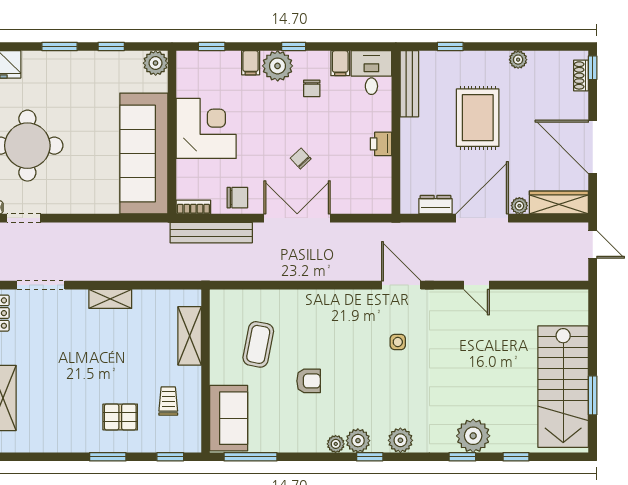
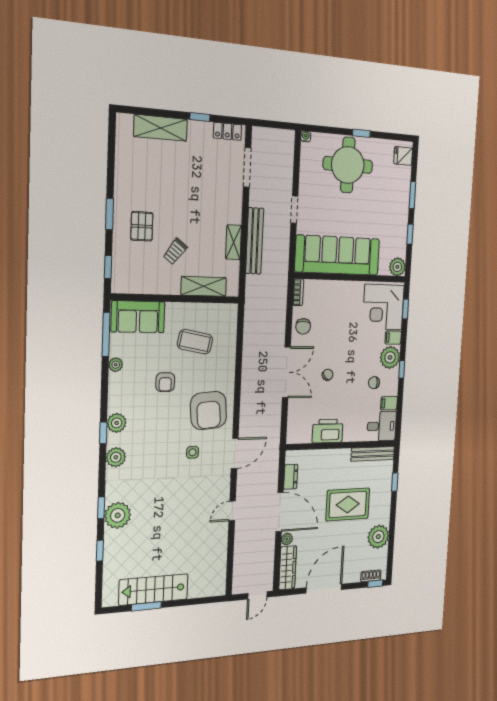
plant: (518, 60) -> (378, 537), width x1.88, depth x1.88
corner desk: (206, 128) -> (383, 307), moved, turned 90
printer: (381, 144) -> (328, 431), width x1.87, depth x1.48
doorway: (24, 218) -> (294, 210), moved
bench: (211, 233) -> (255, 241), moved
shelving: (110, 299) -> (234, 242), moved
armchair: (345, 323) -> (208, 410), added
stairs: (563, 387) -> (154, 589), width x0.73, depth x0.66
trolley: (168, 401) -> (175, 251), moved, turned 127
plant: (336, 444) -> (116, 365), moved

